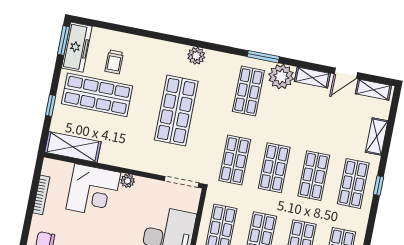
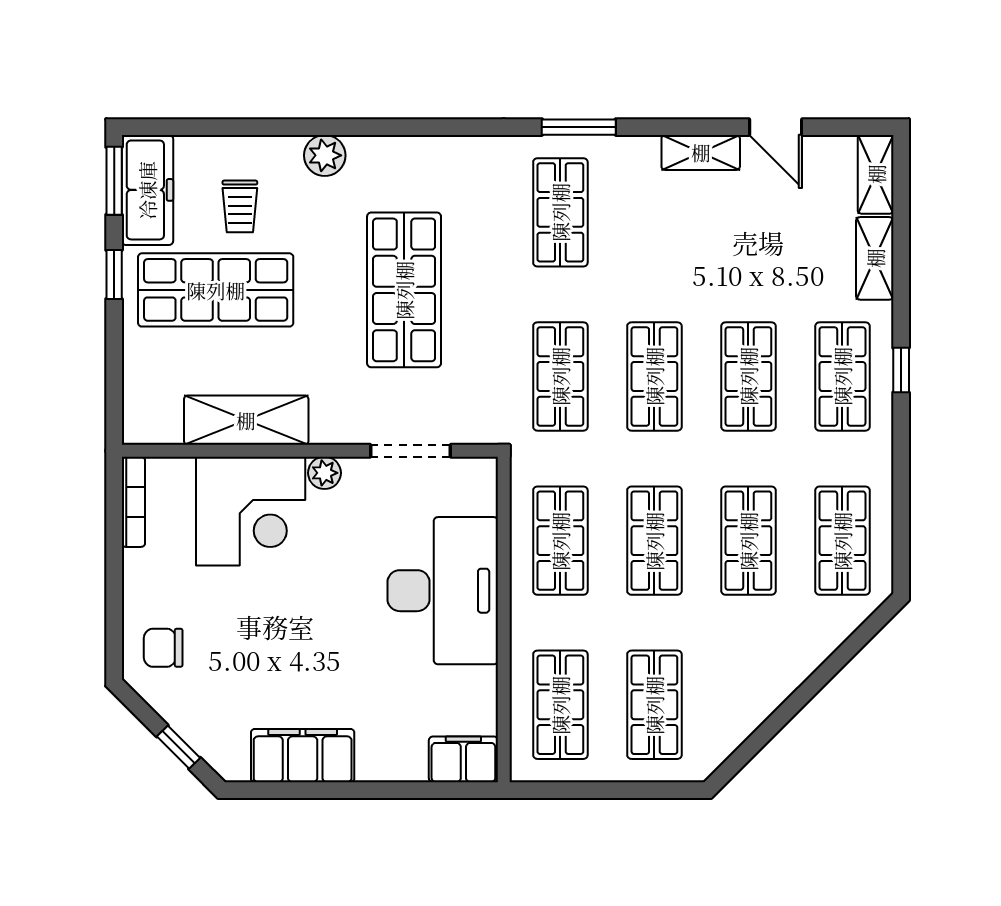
plant: (196, 56) -> (325, 155), moved
door: (346, 73) -> (776, 127), hinge flipped
plant: (281, 77) -> (629, 165), removed
shelving: (373, 90) -> (876, 174), moved, turned 90
window: (51, 106) -> (114, 275), moved
shelving: (73, 147) -> (246, 420), moved
doorway: (182, 182) -> (410, 451), moved
bookcase: (41, 195) -> (133, 502), moved

